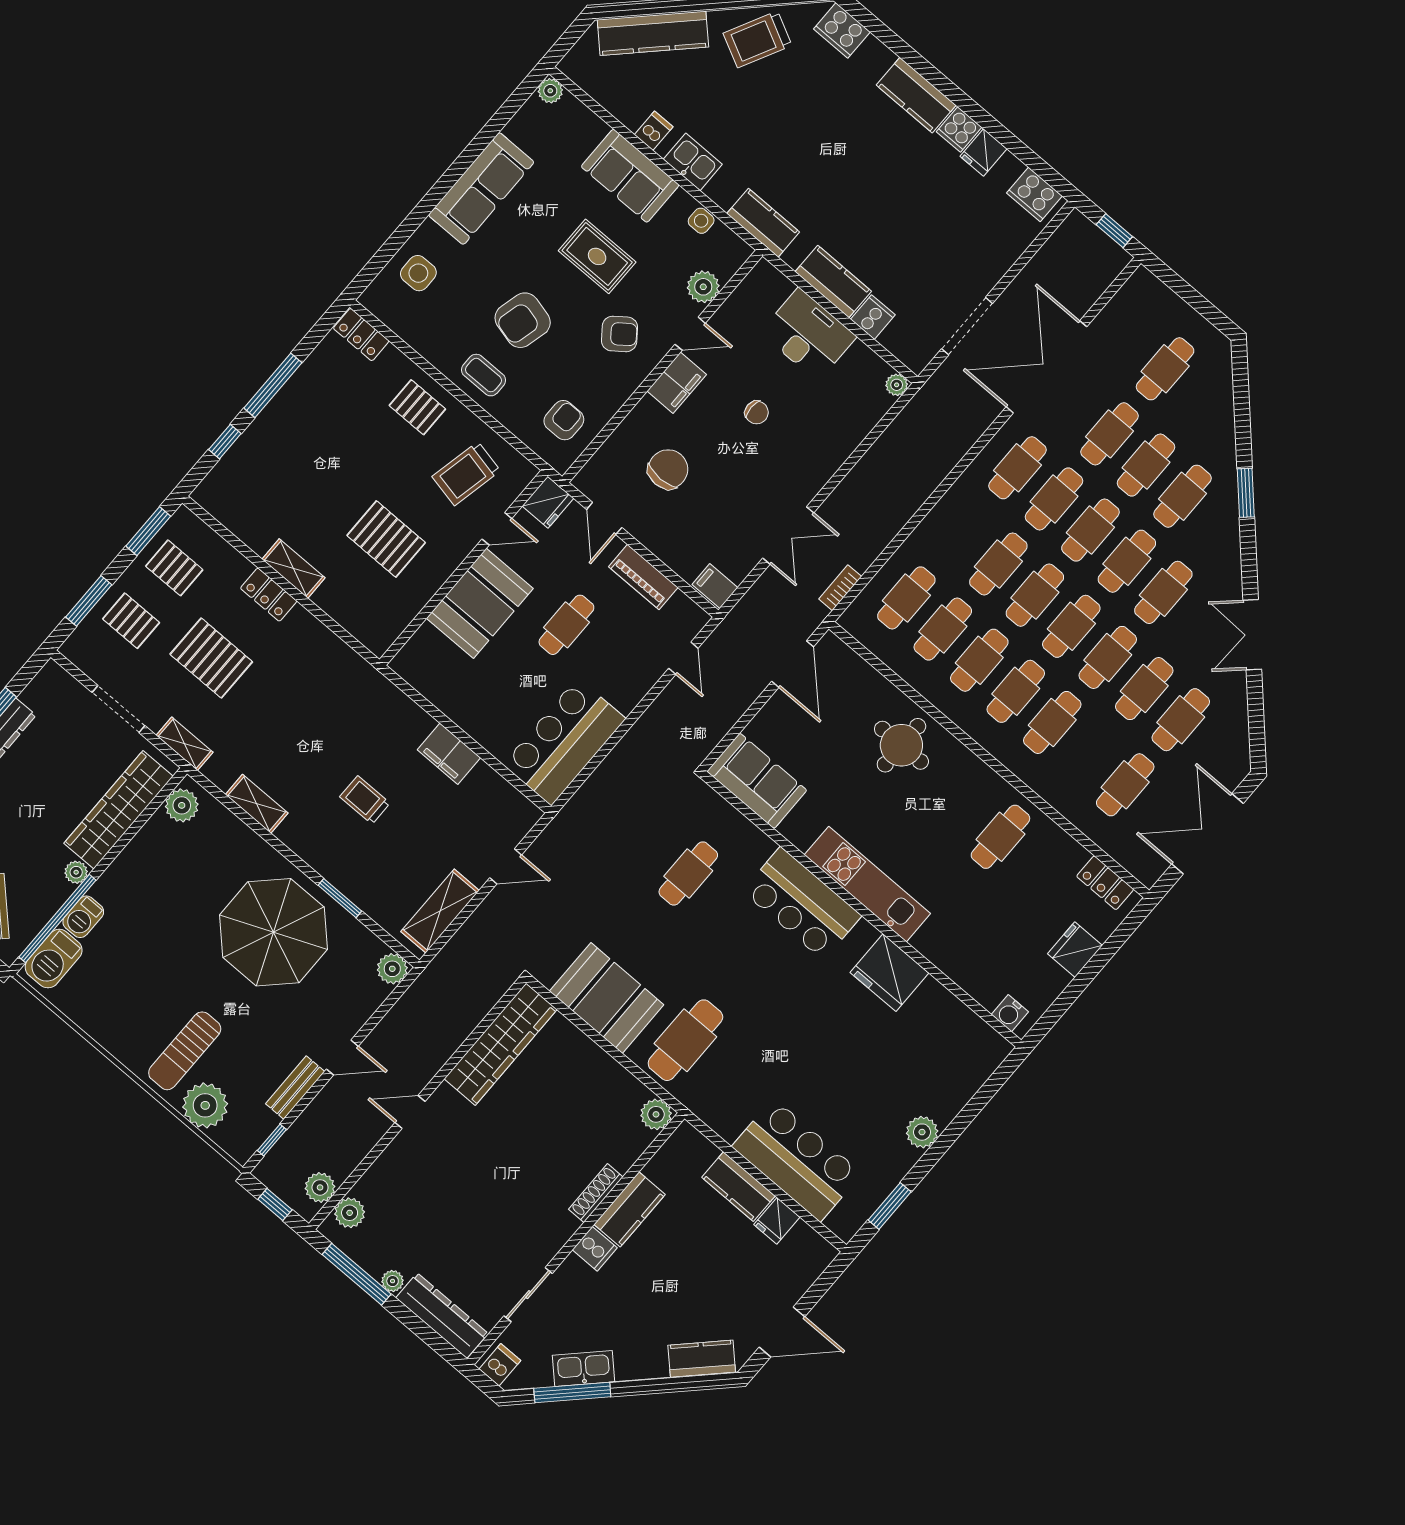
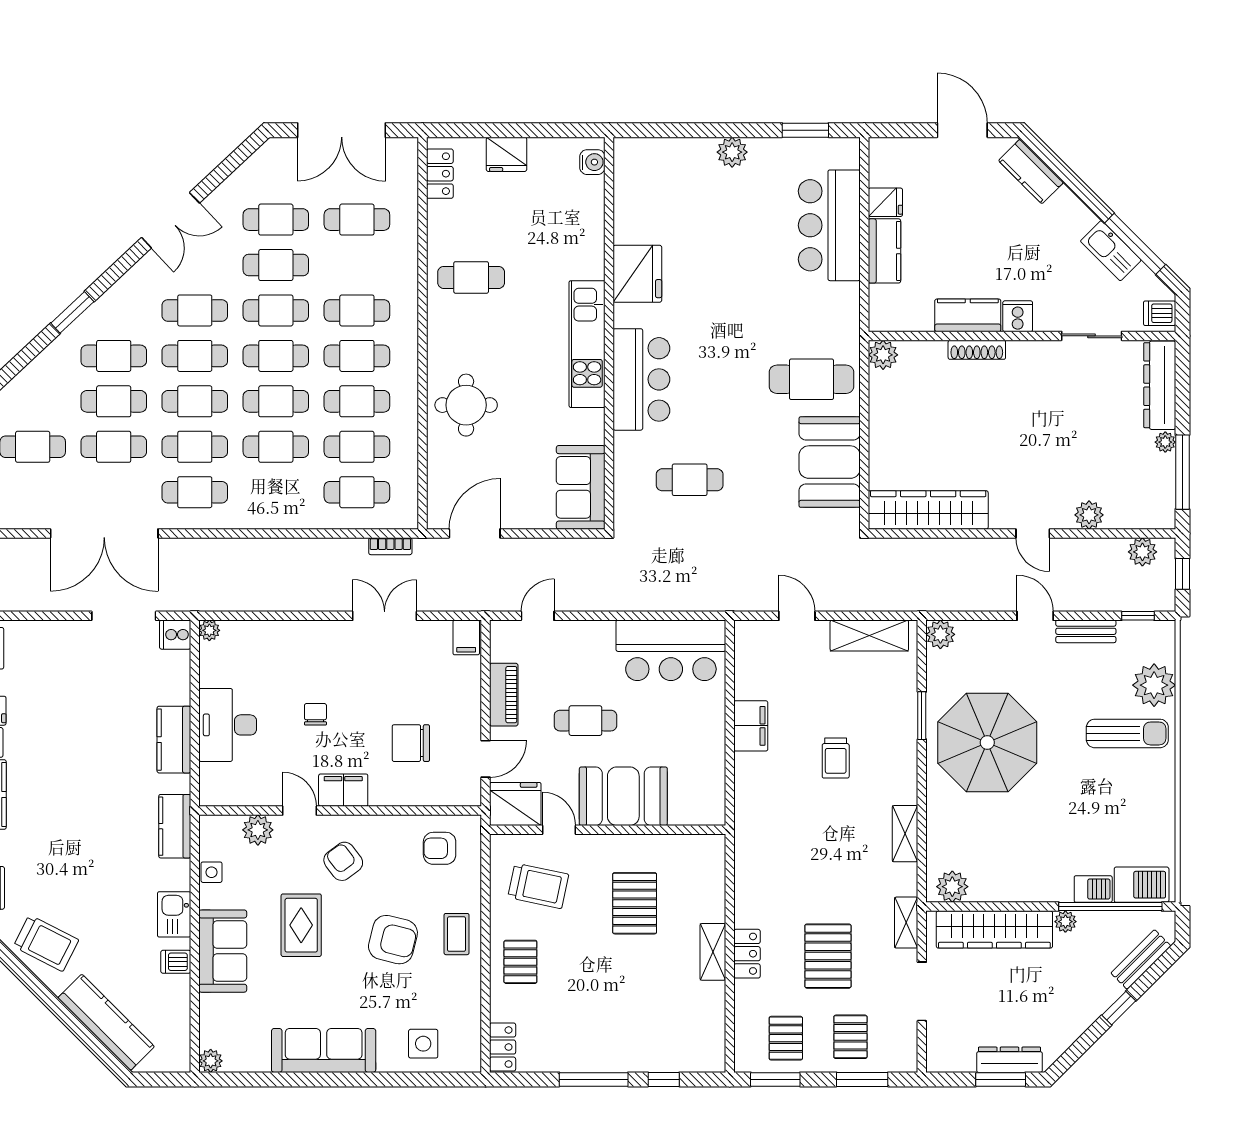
cooker: (873, 317) -> (175, 635), moved
fridge: (548, 502) -> (515, 804), width x1.36, depth x1.34
plant: (350, 1213) -> (1089, 515), moved

